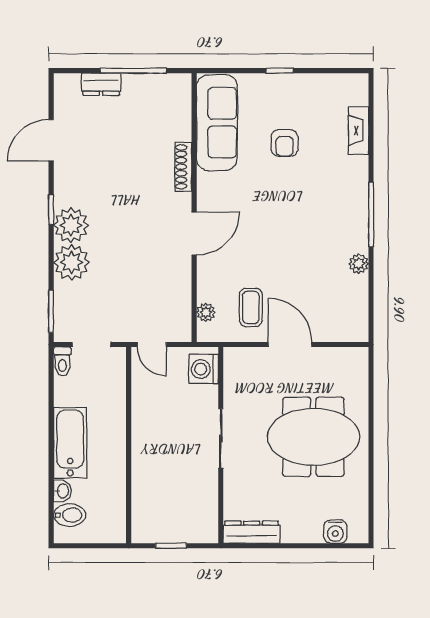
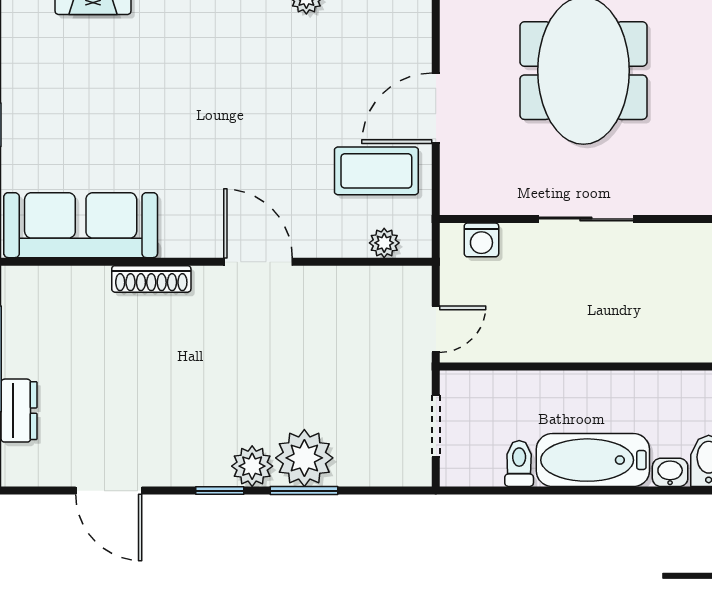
armchair: (285, 143) -> (113, 117), removed
plant: (71, 225) -> (252, 466), width x0.73, depth x0.73
coffee table: (251, 307) -> (376, 171), width x1.36, depth x1.30
window: (51, 311) -> (304, 491), moved
toilet: (62, 361) -> (519, 464), moved, turned -90
washing machine: (204, 369) -> (481, 240), width x0.73, depth x0.73

